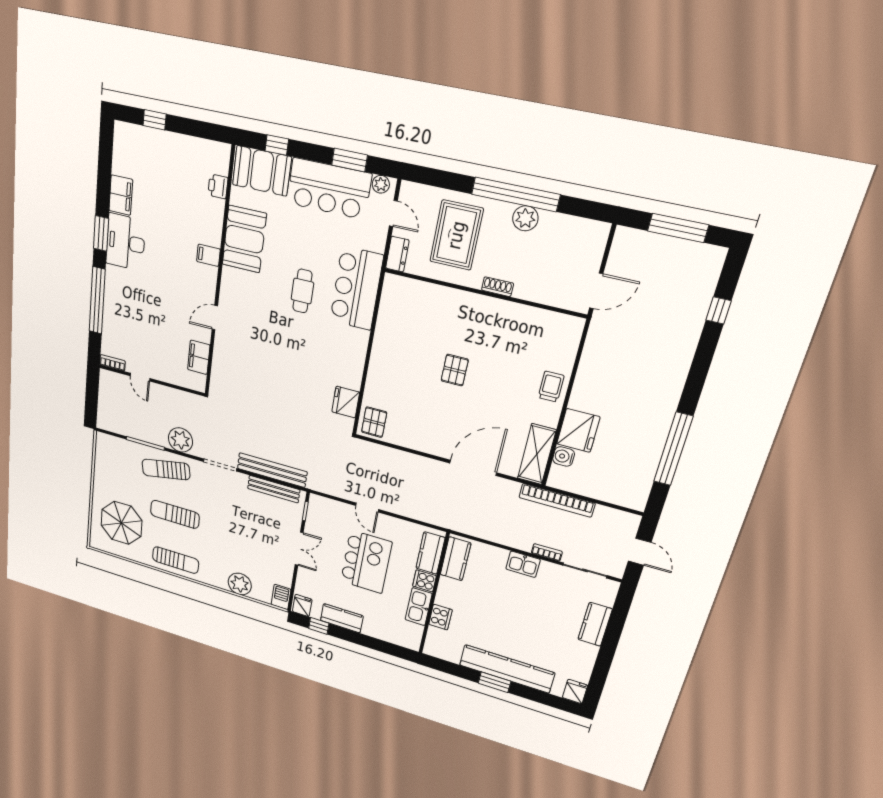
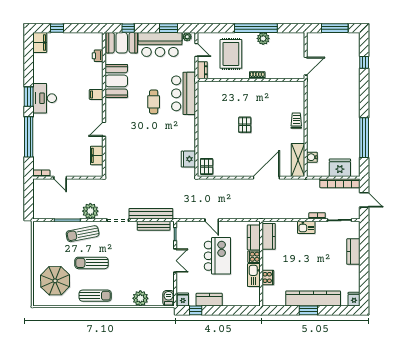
filing cabinet: (121, 195) -> (40, 42), moved
fridge: (578, 430) -> (340, 168), moved, turned -90
bookcase: (557, 500) -> (340, 183), moved

